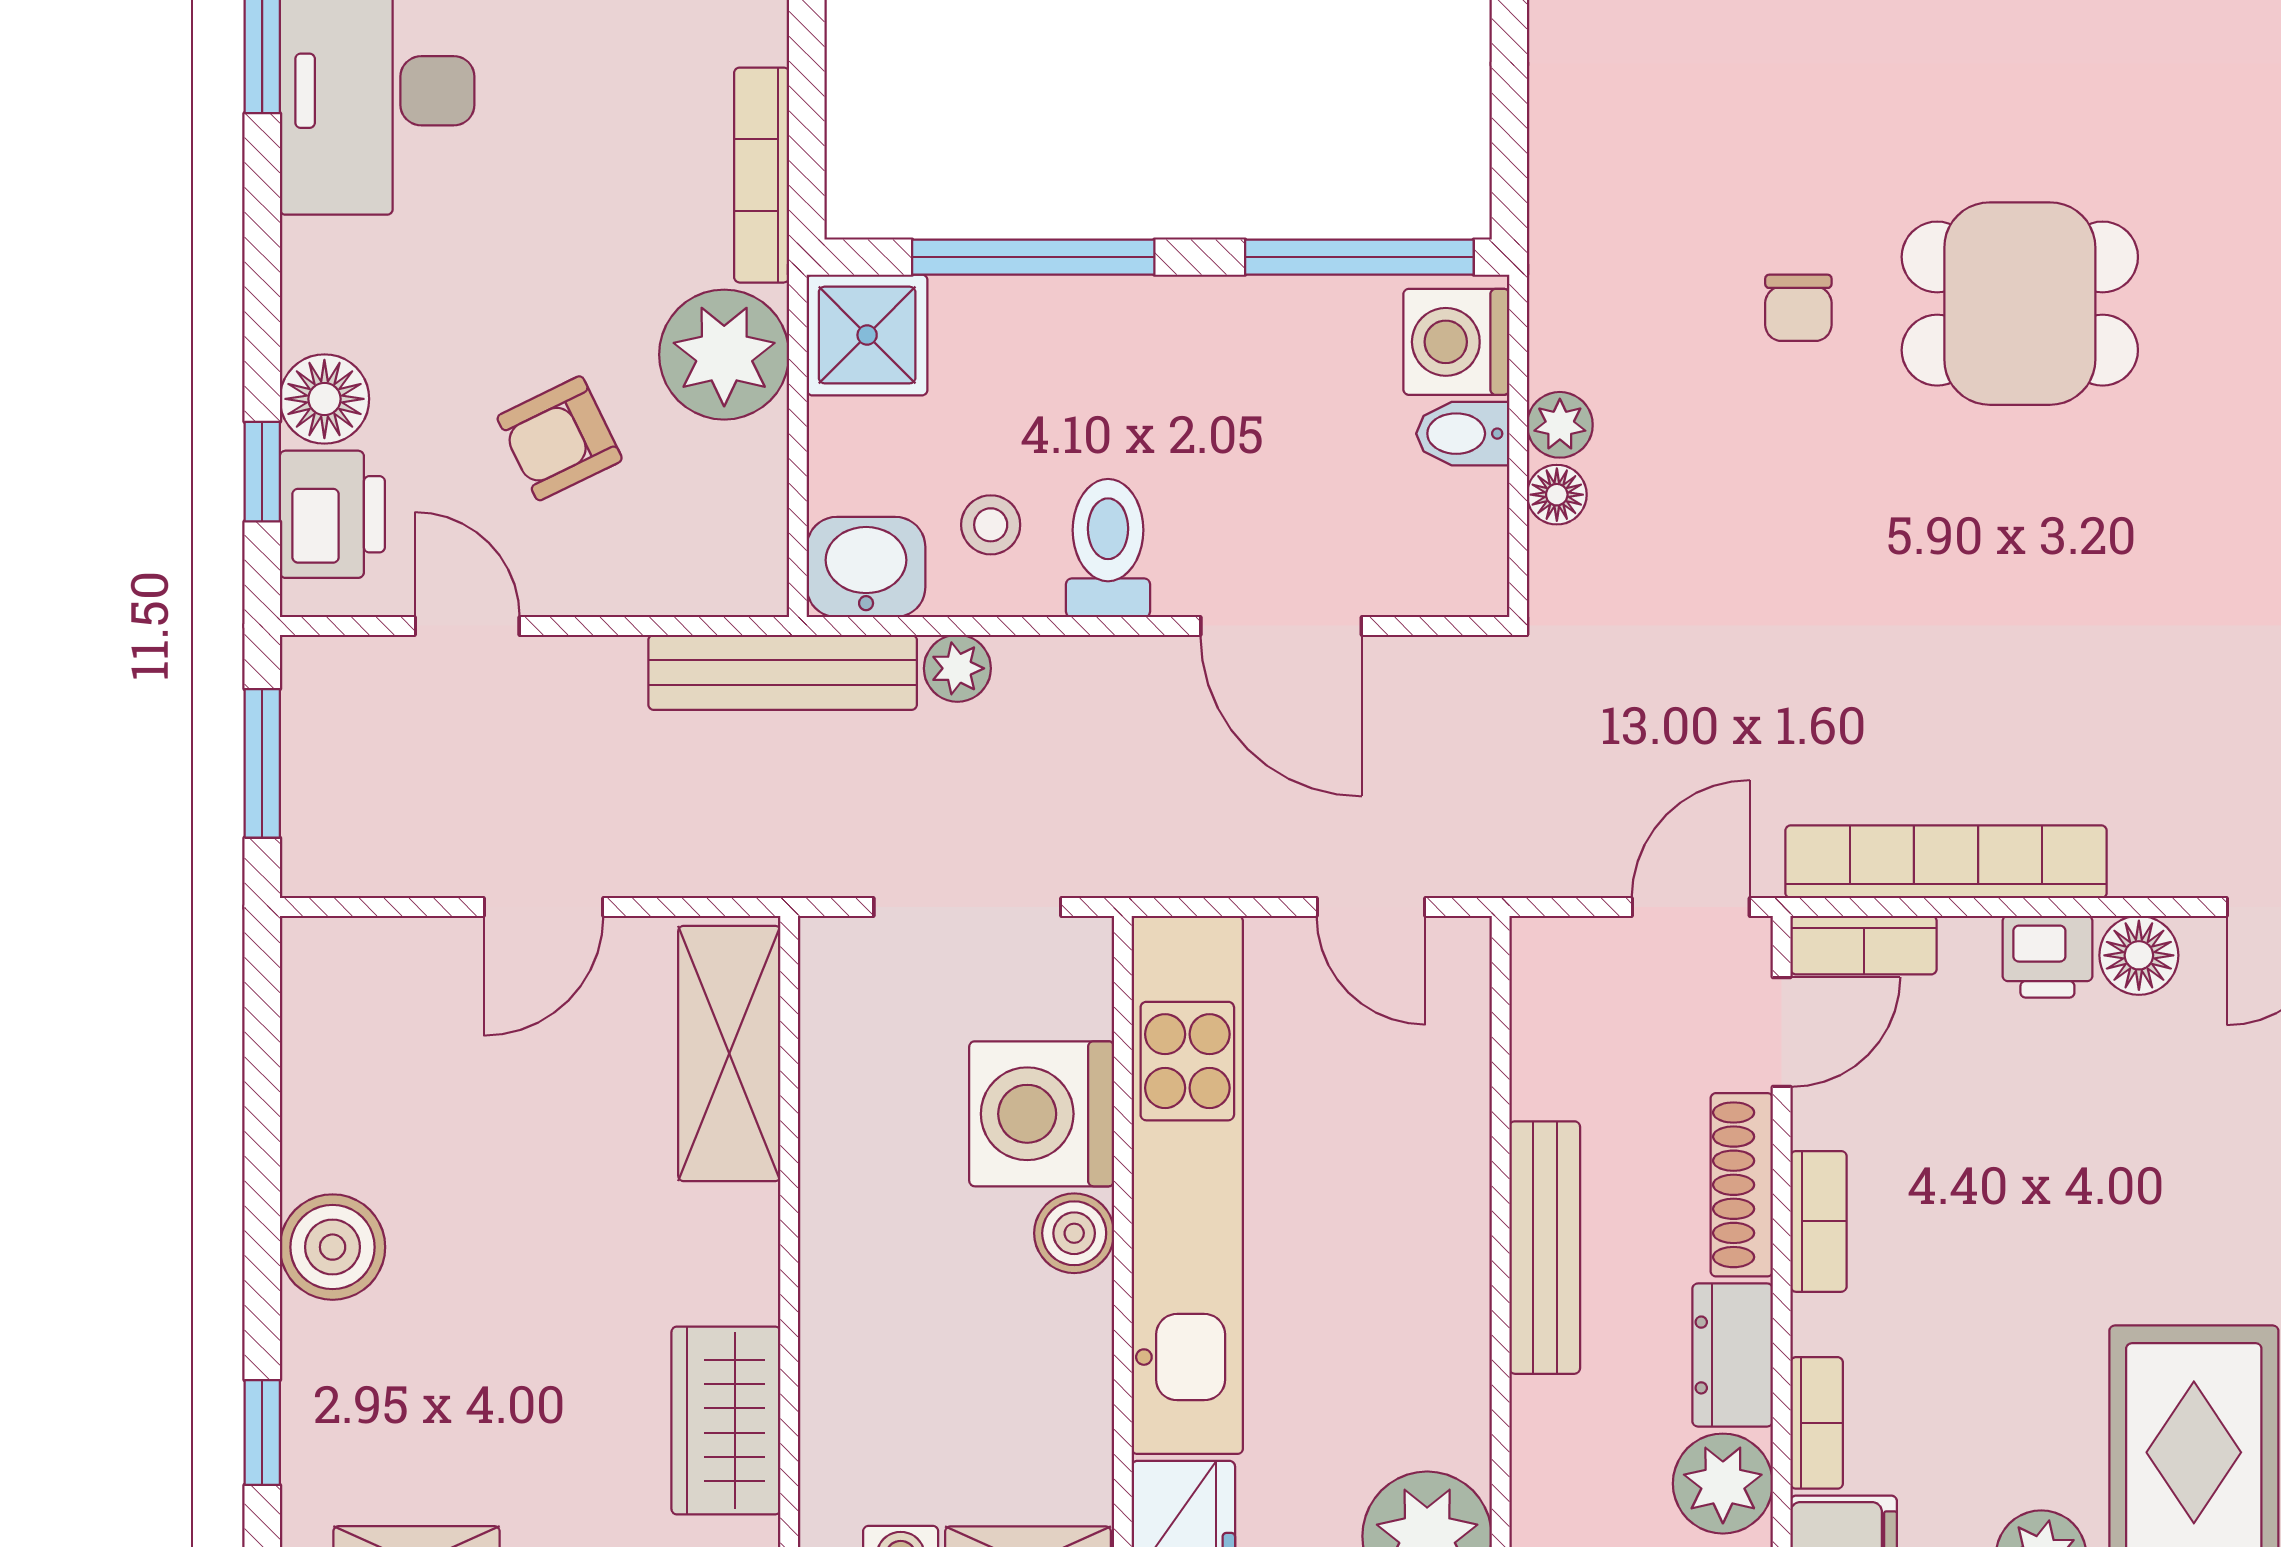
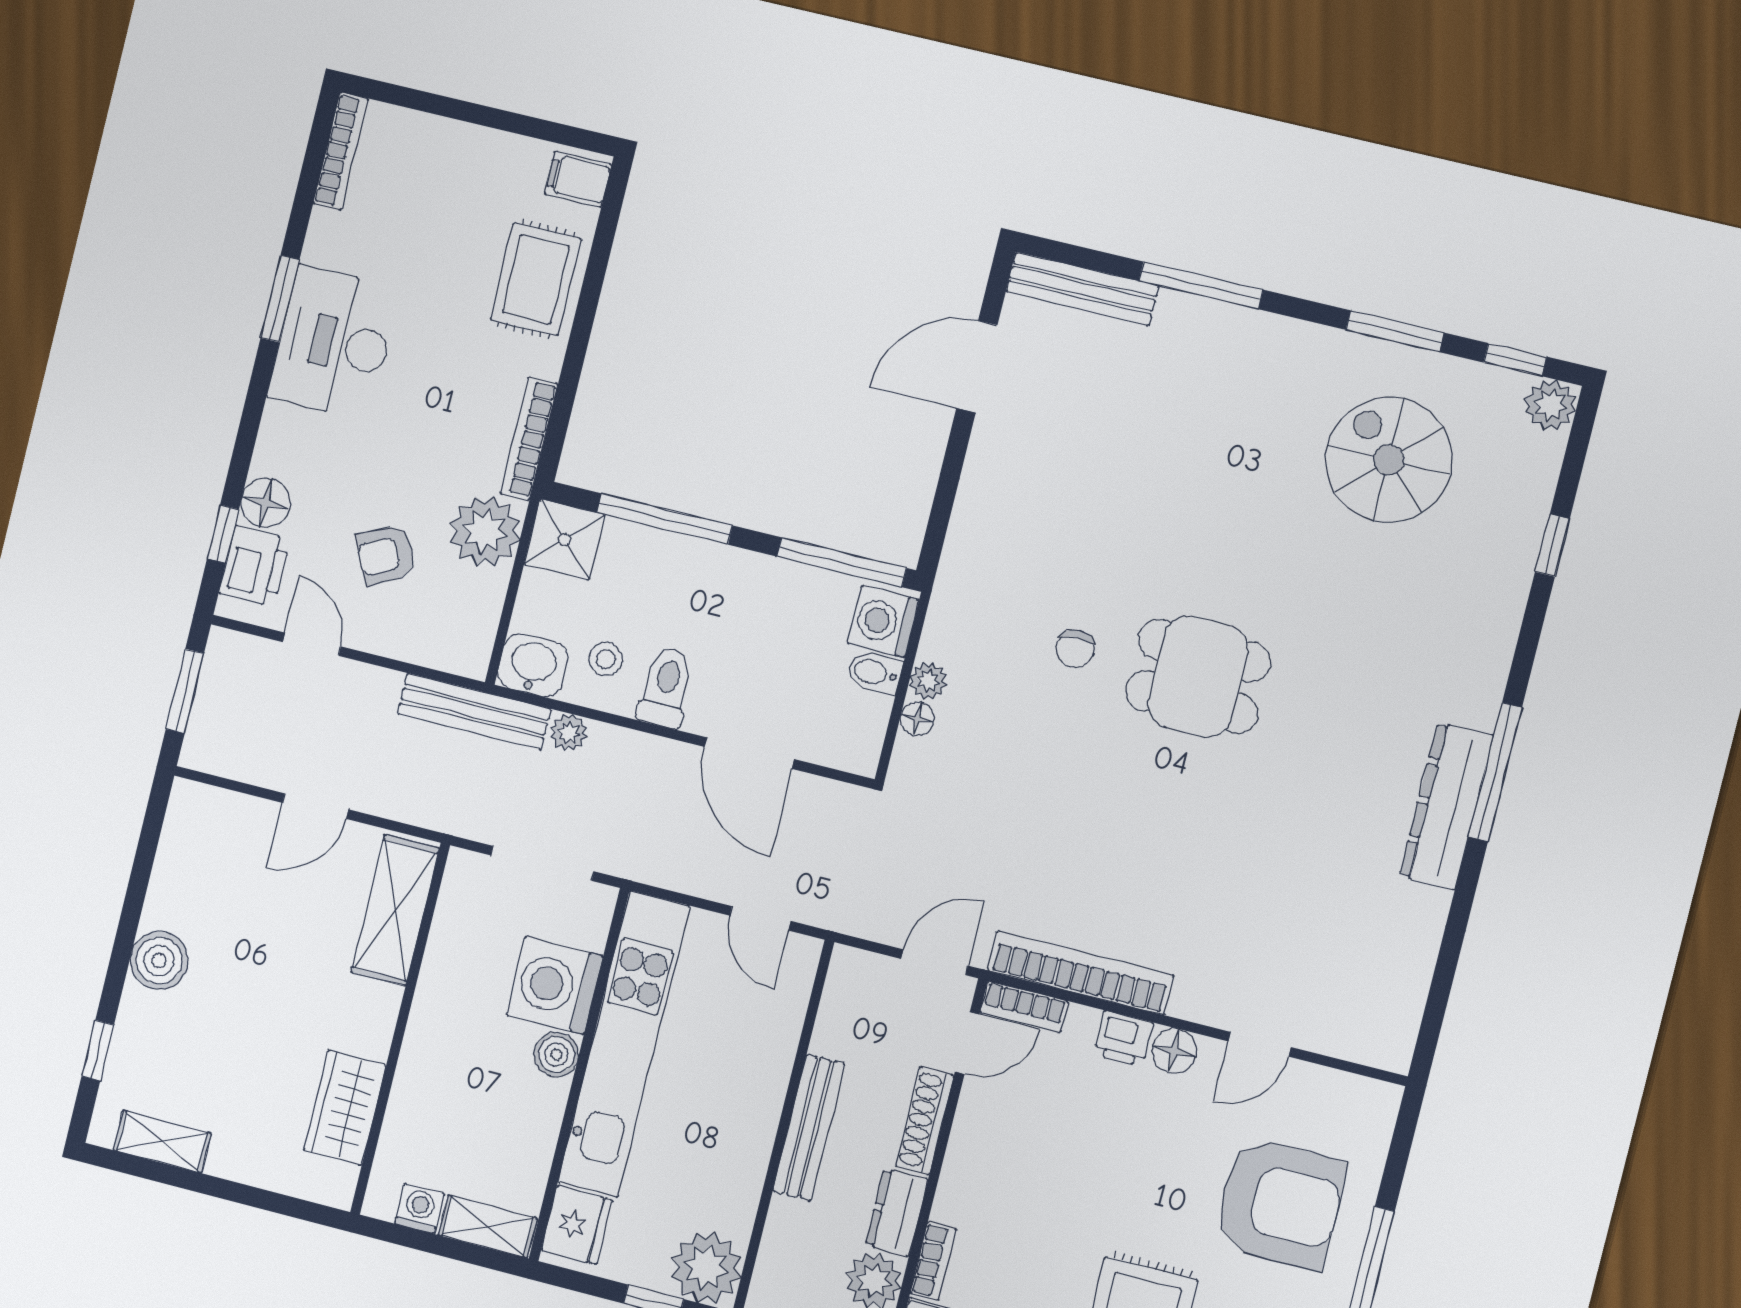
bookcase: (1819, 1221) -> (962, 1152), removed

